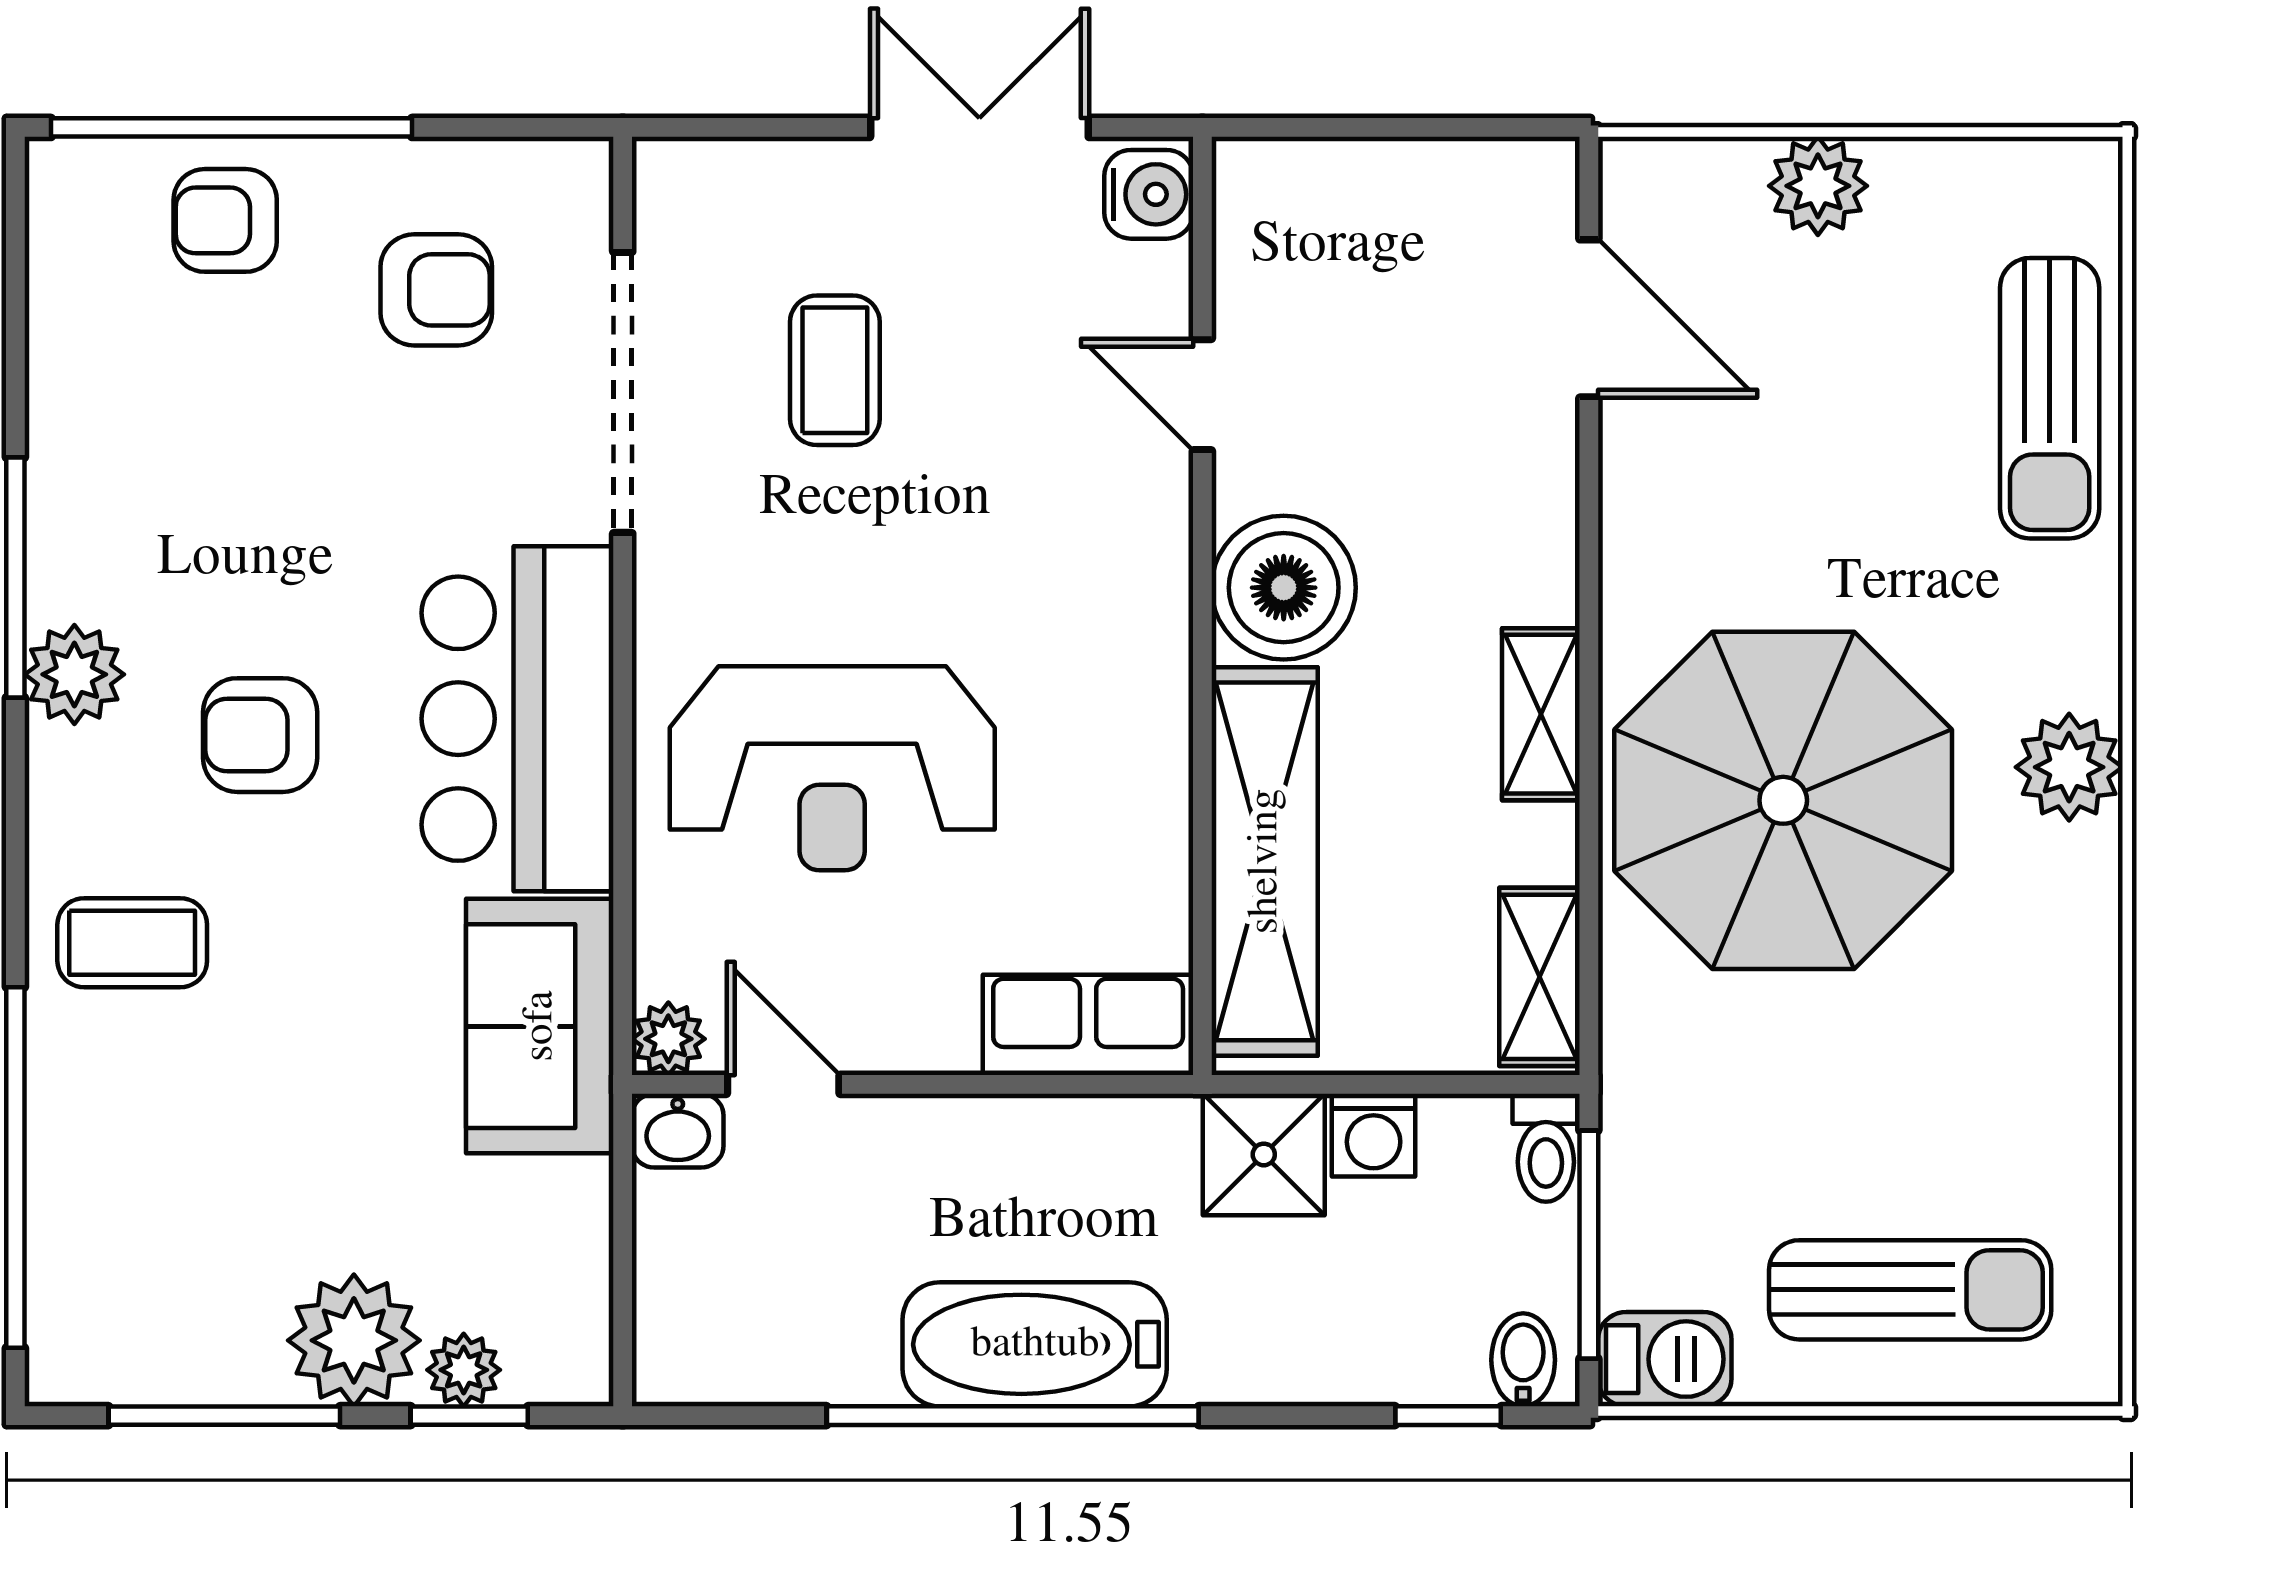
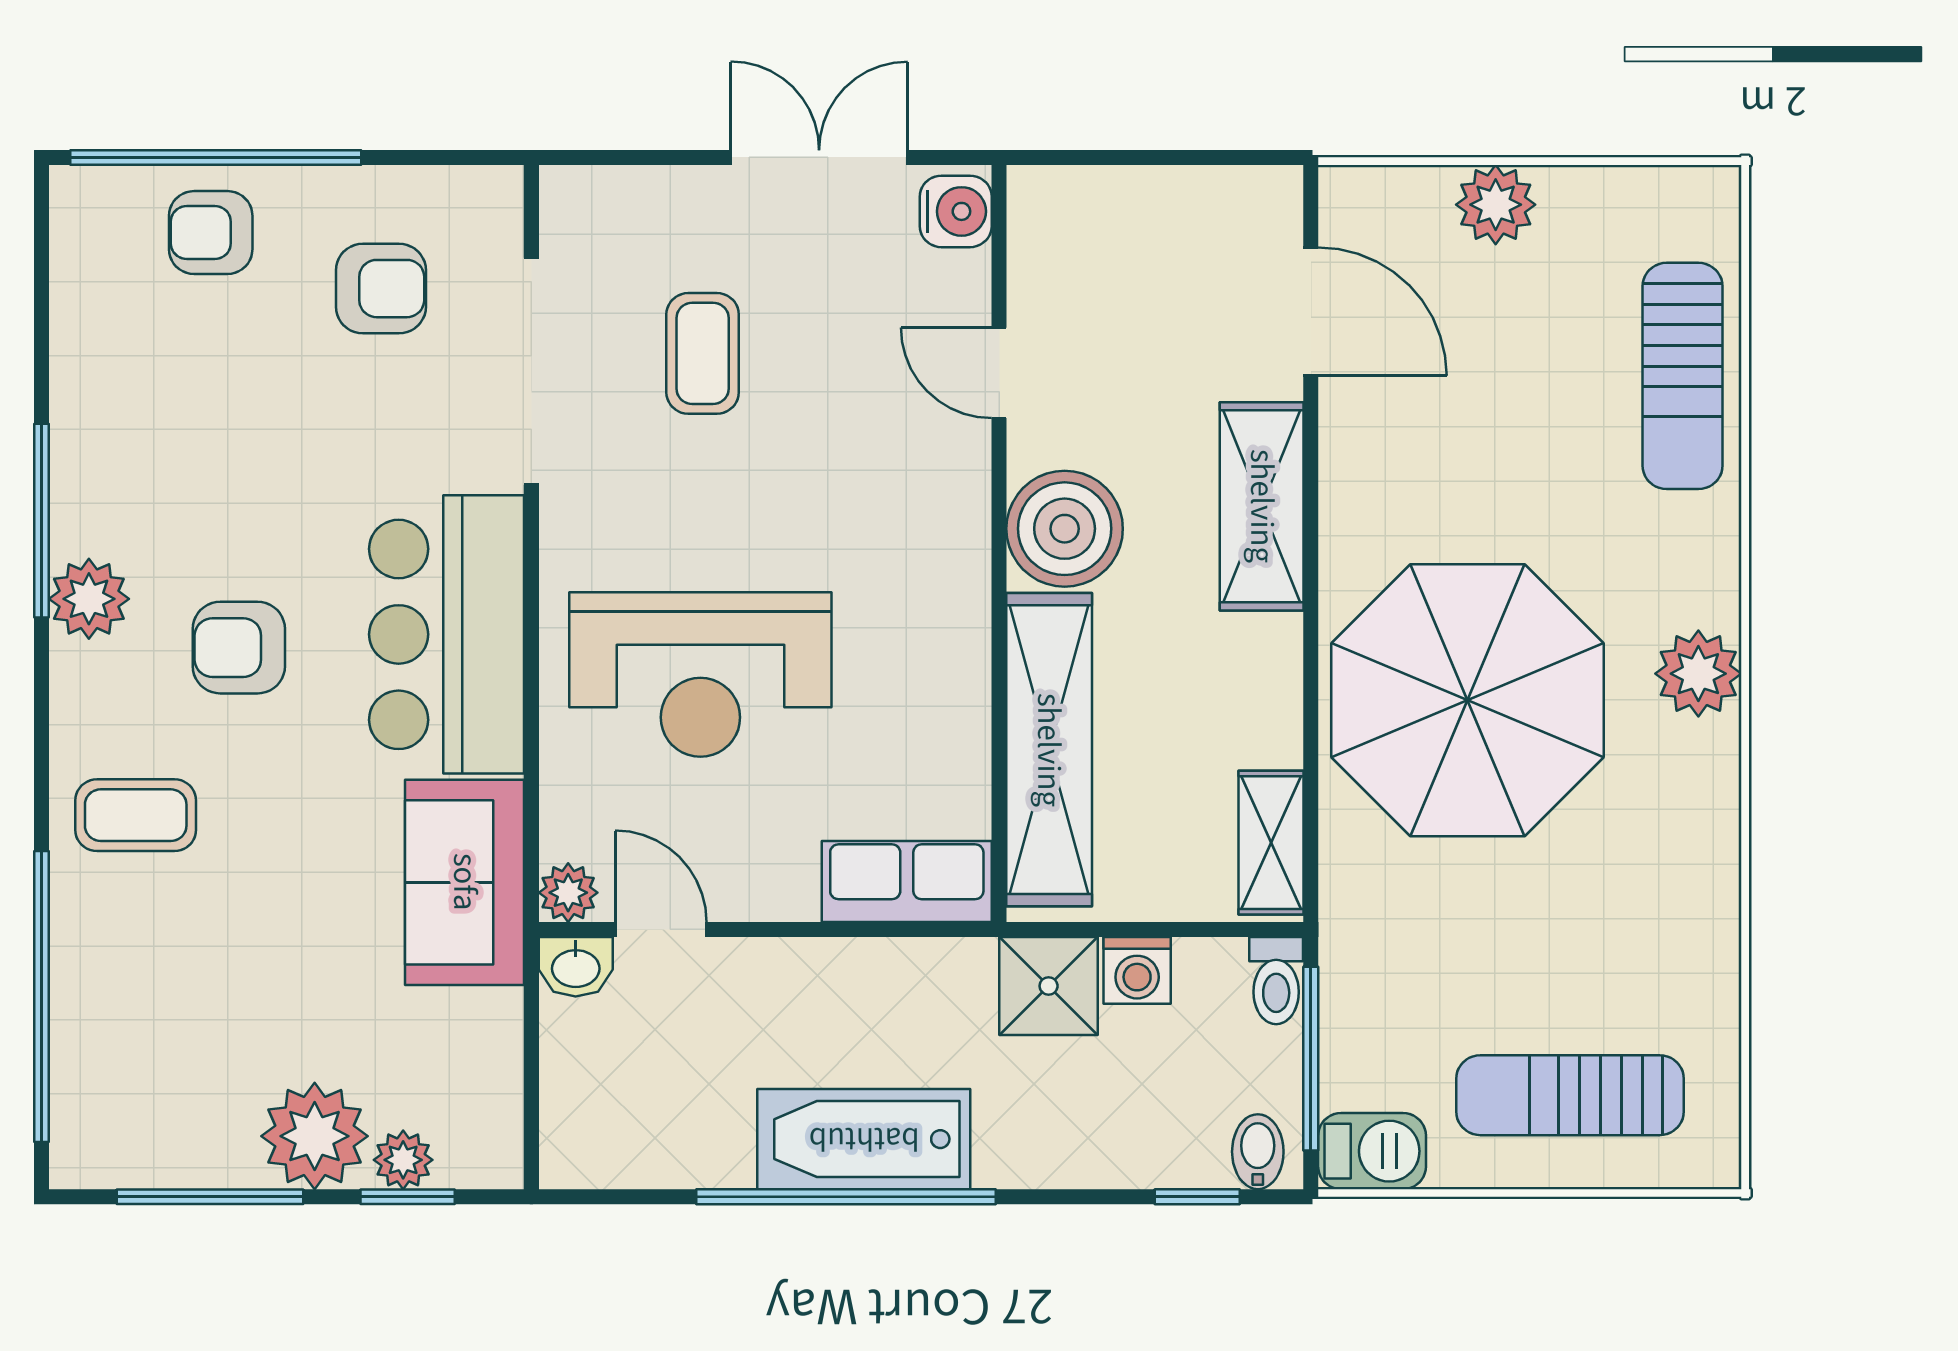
shelving: (1541, 714) -> (1262, 506), moved, width x1.50, depth x1.33
sun lounger: (1910, 1290) -> (1570, 1095), turned 180

